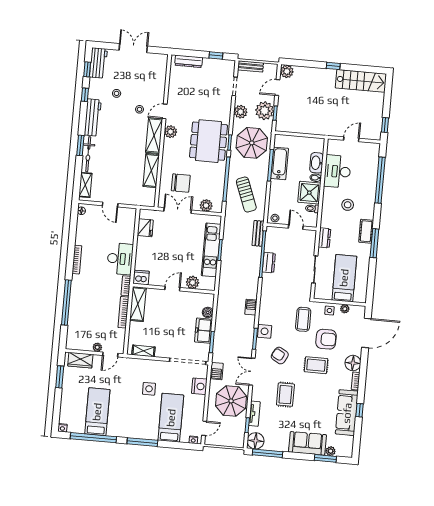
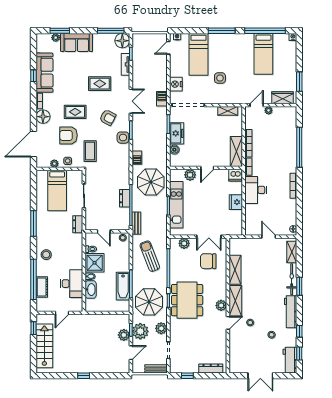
plant: (287, 71) -> (124, 335), moved
stairs: (361, 81) -> (44, 346), moved, turned 90
stool: (348, 205) -> (46, 255), moved
fridge: (145, 228) -> (236, 202), moved
cot: (366, 231) -> (42, 287), moved
rug: (285, 395) -> (100, 84), turned 90
parasol: (231, 401) -> (151, 182), moved

